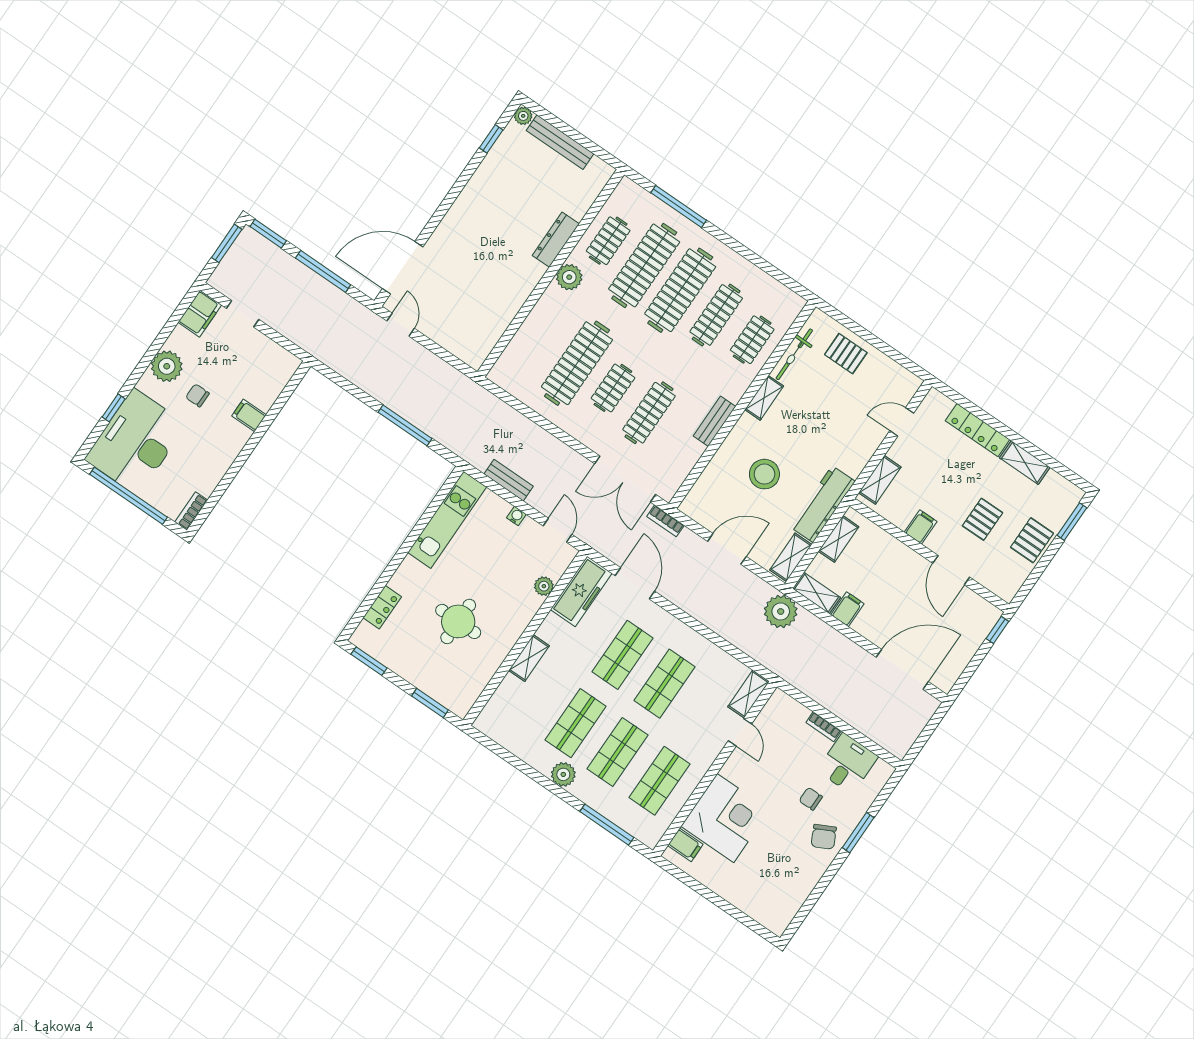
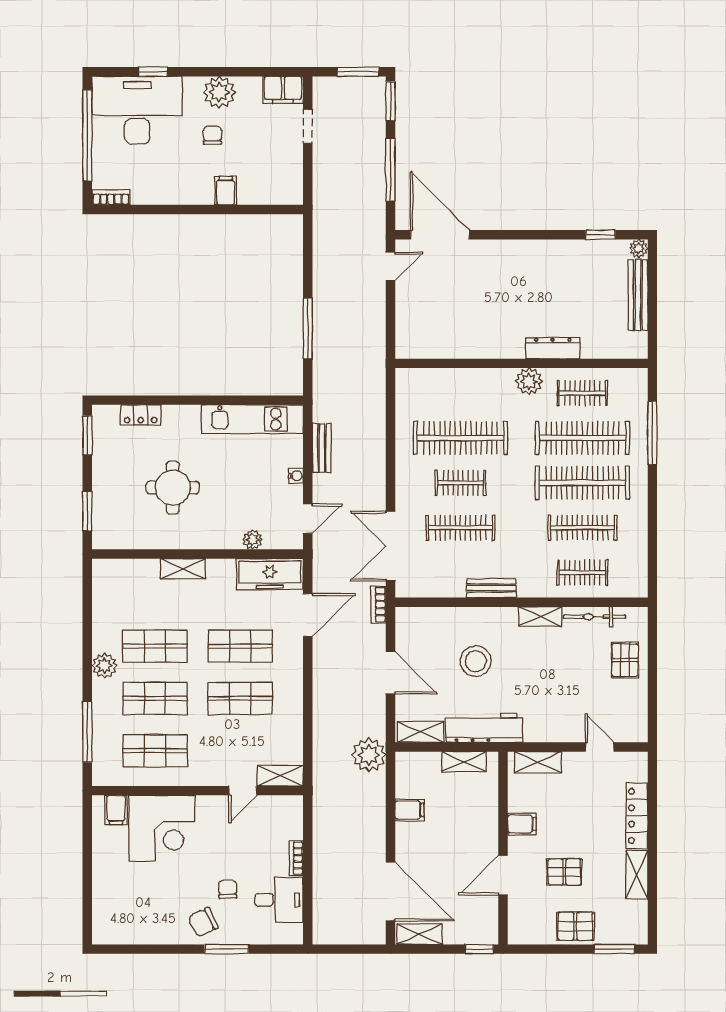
shelving: (817, 593) -> (419, 934), moved, turned 90

